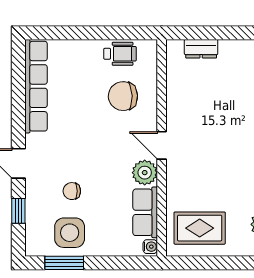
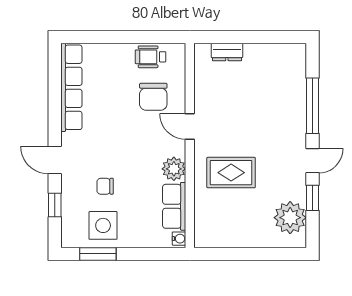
wheelchair: (120, 54) -> (150, 57), turned 180
chair: (123, 96) -> (153, 97), turned -88
door: (162, 145) -> (190, 126), moved
rug: (200, 228) -> (231, 173), moved

